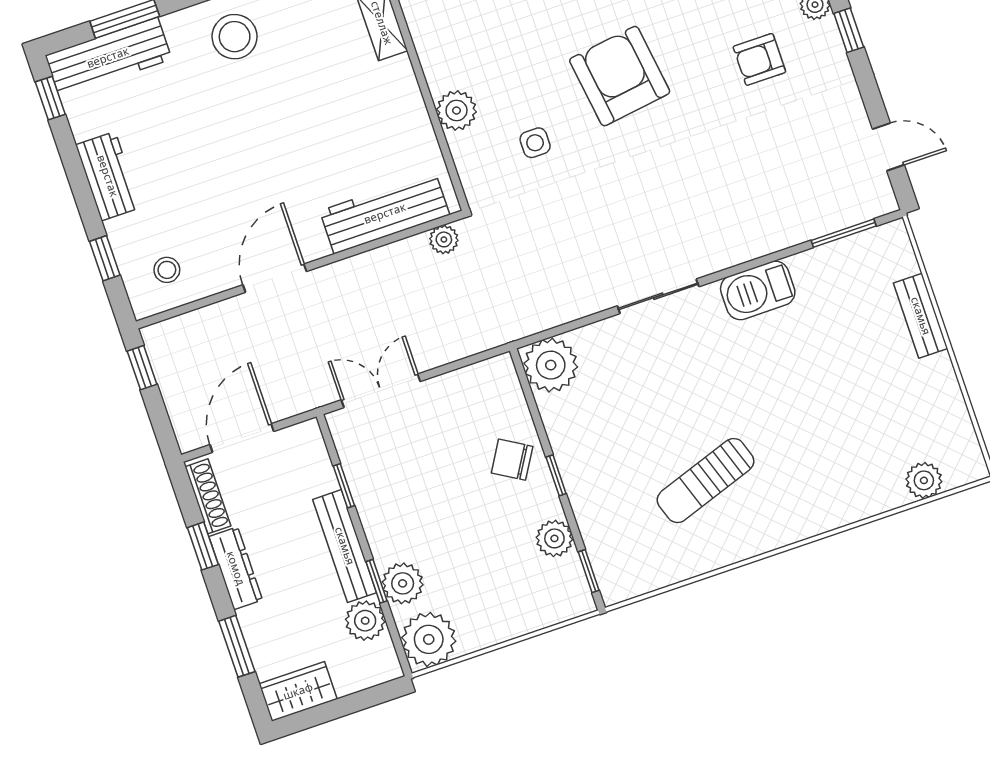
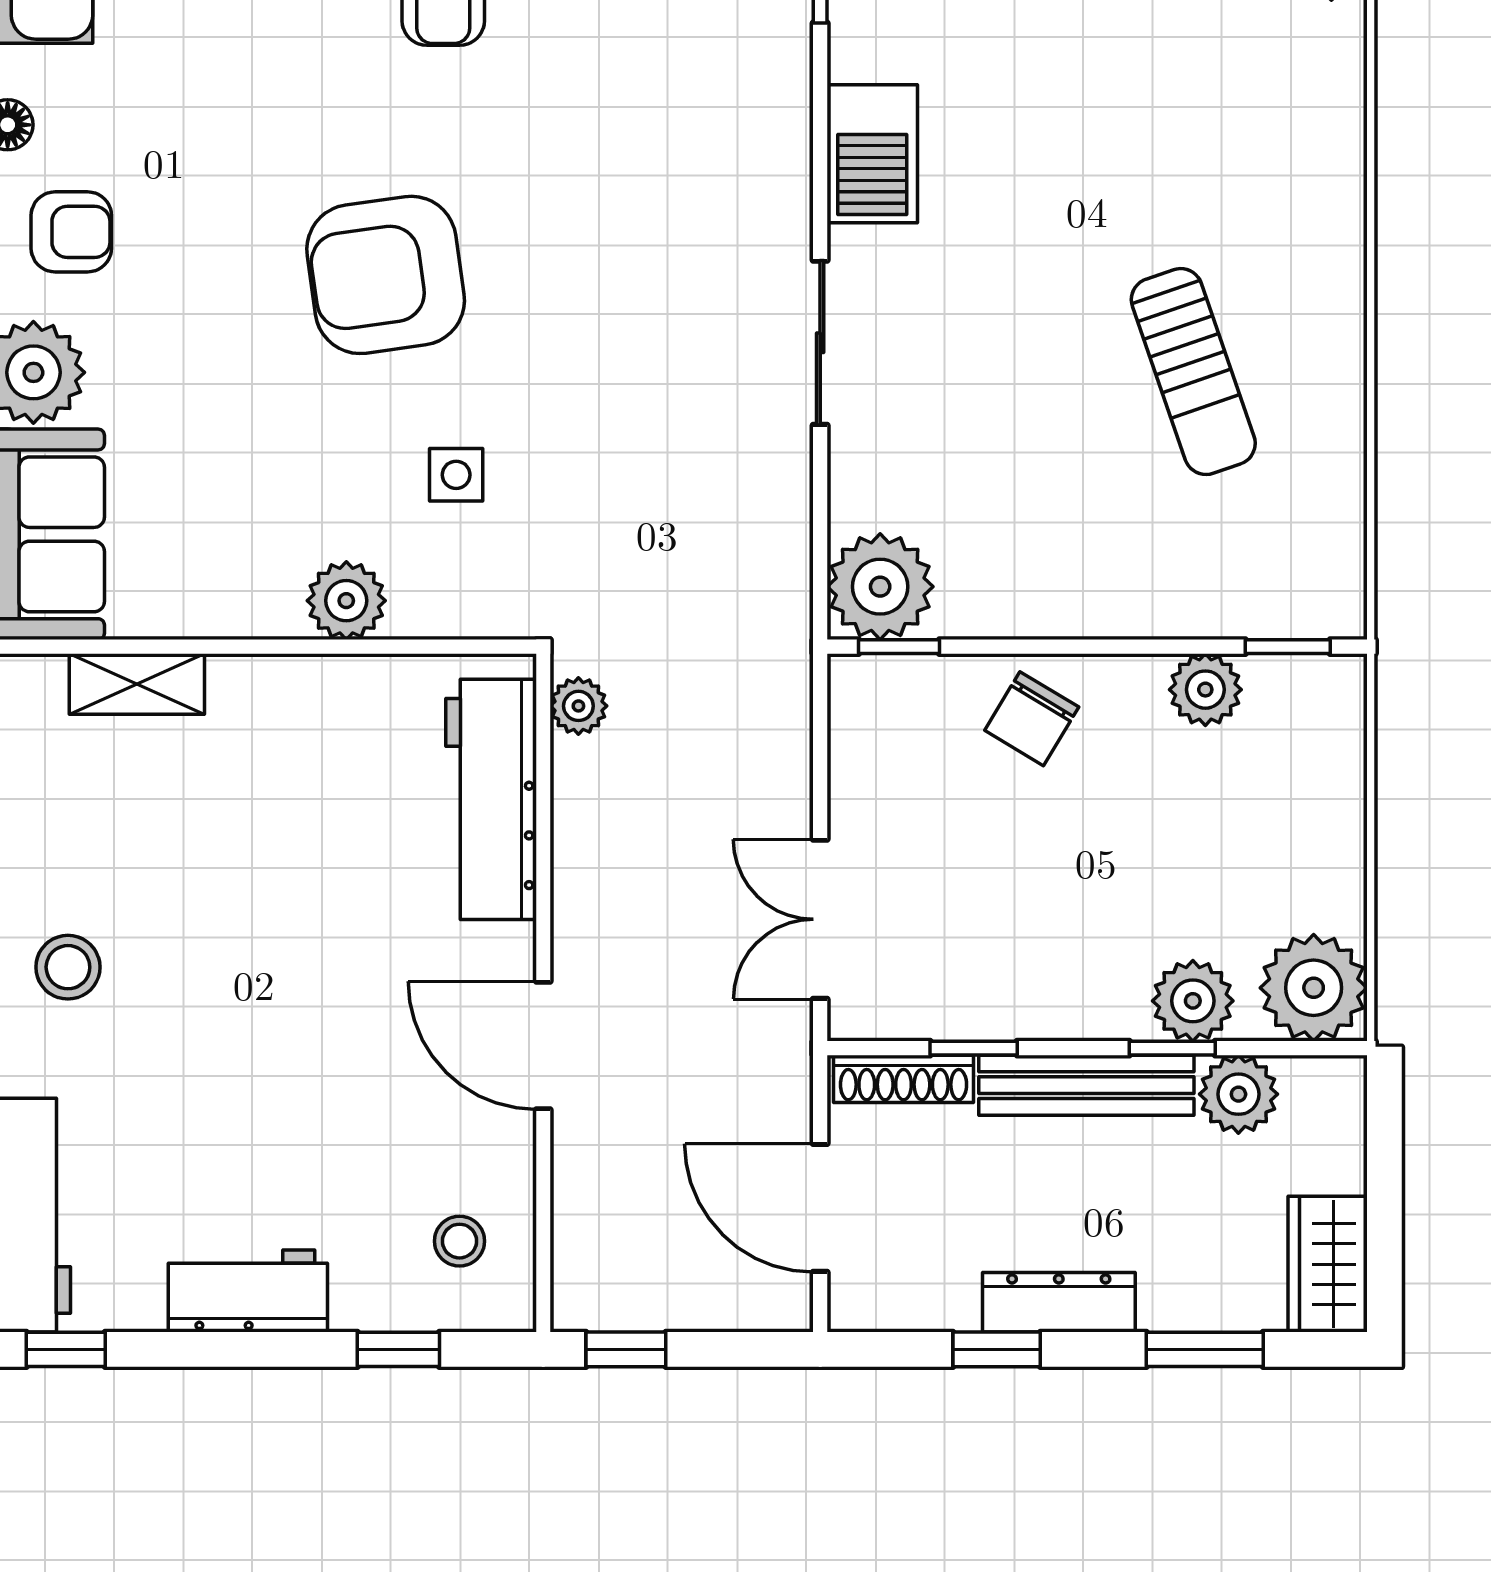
stool: (235, 37) -> (68, 967), width x0.73, depth x0.73
window: (556, 475) -> (899, 647), moved
shoe rack: (208, 496) -> (904, 1079), moved, turned 180

